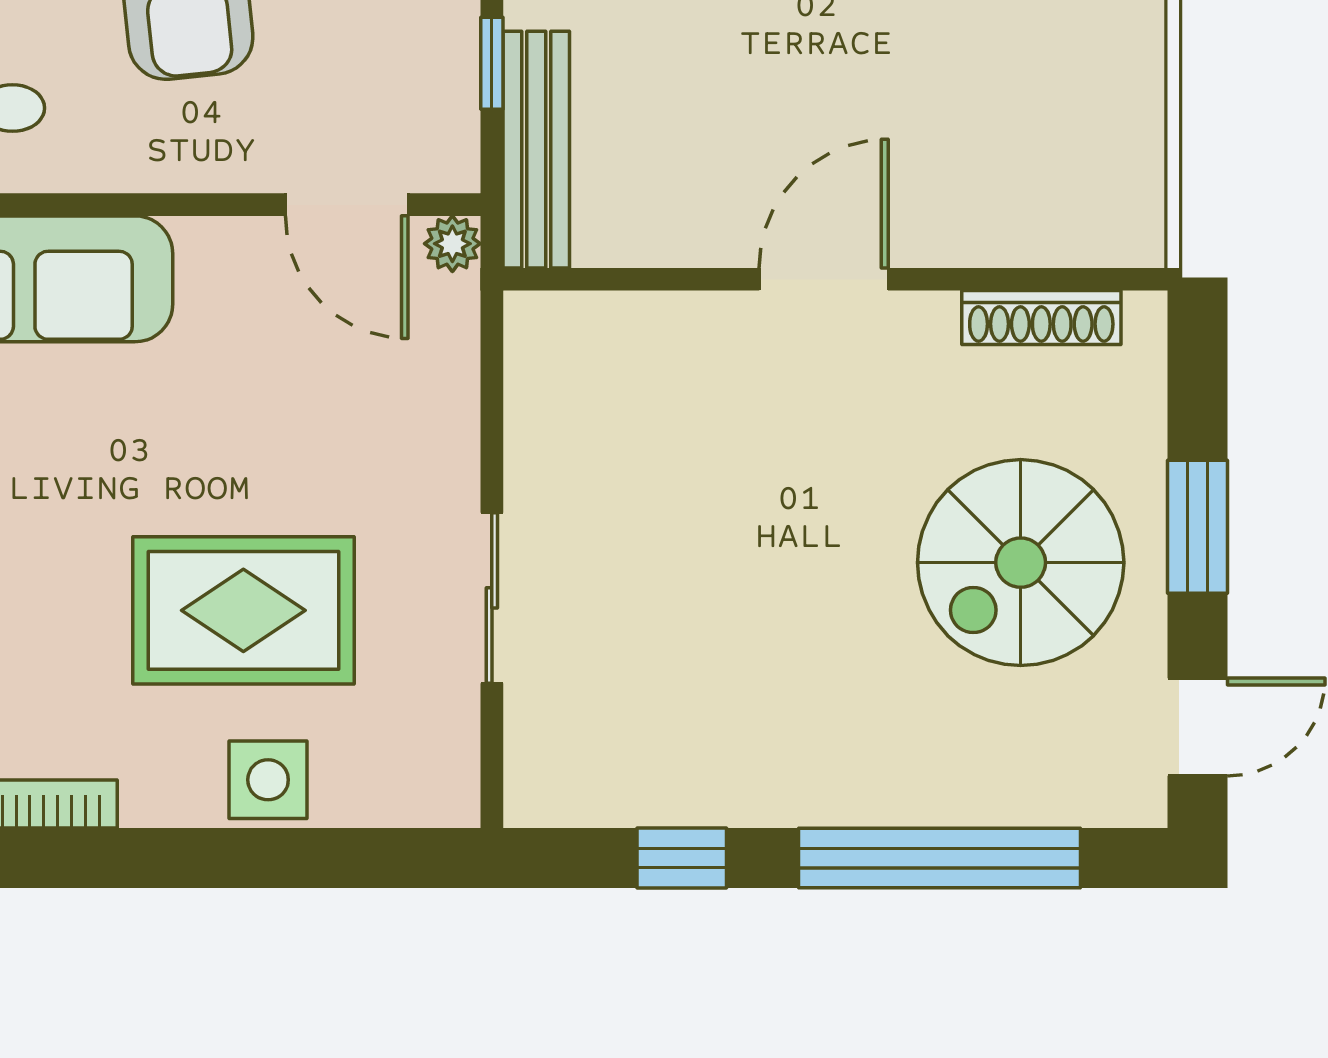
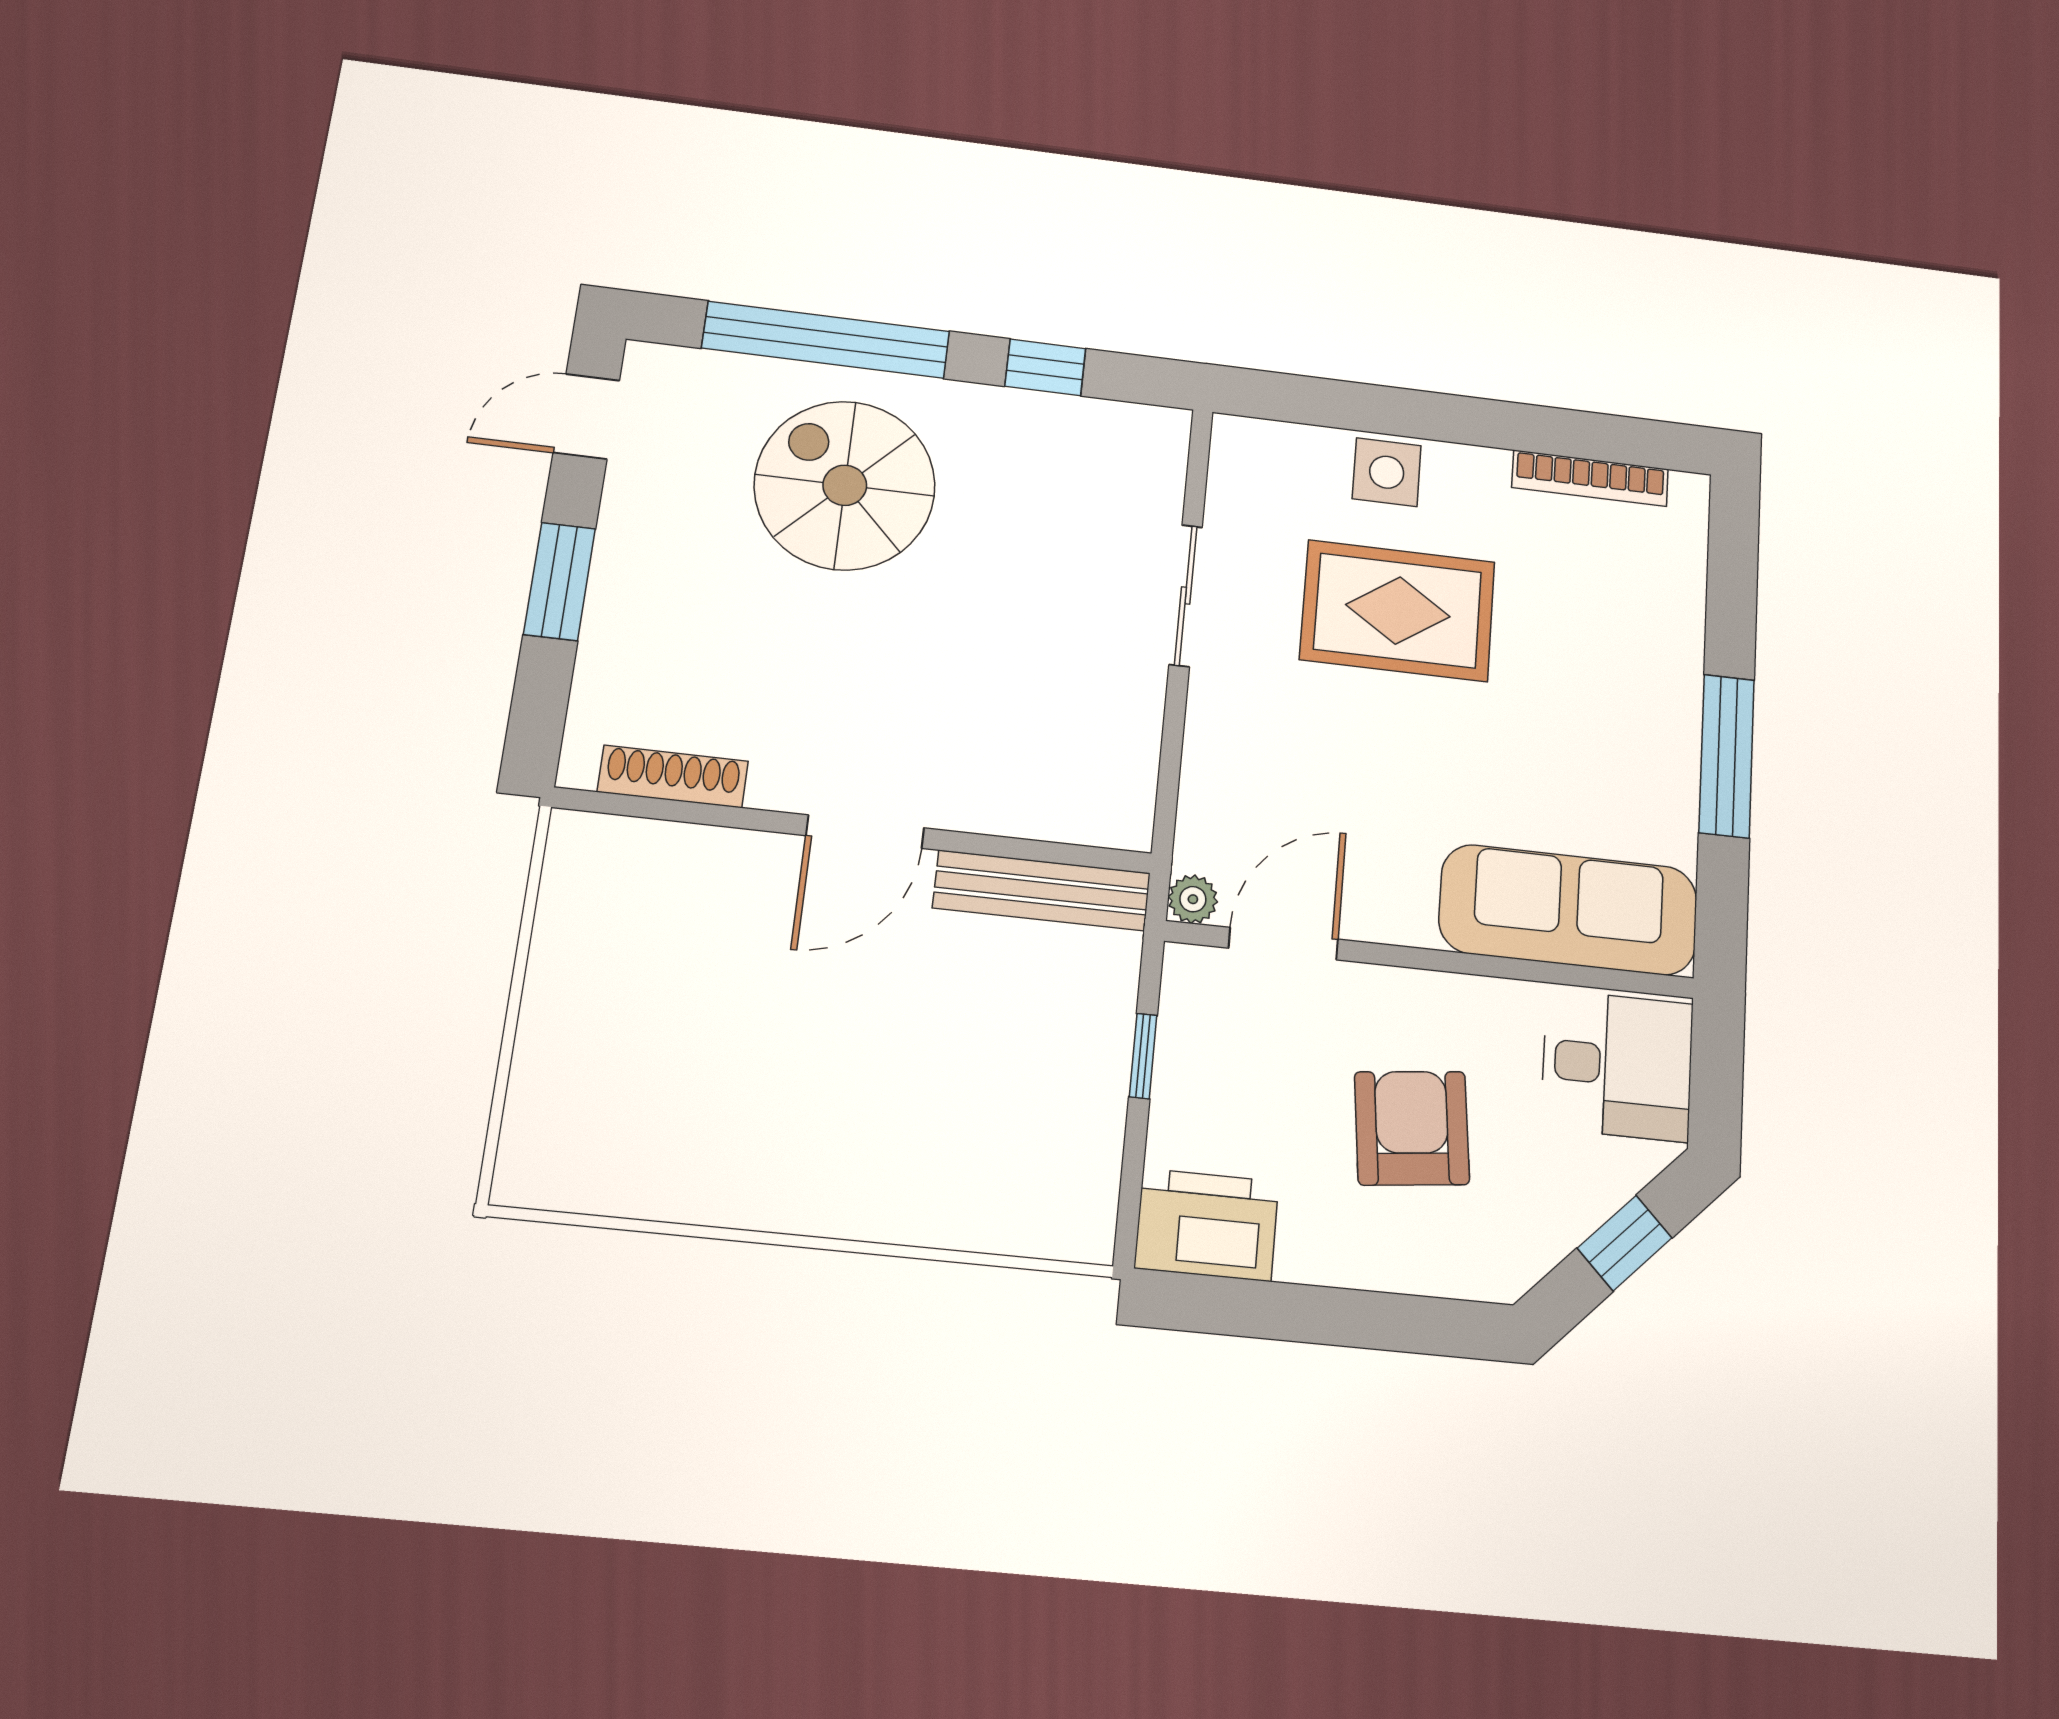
bench: (536, 150) -> (1042, 891), moved, turned 90
door: (347, 205) -> (1283, 944), hinge flipped
spiral stairs: (1021, 563) -> (845, 485), moved, turned -90

